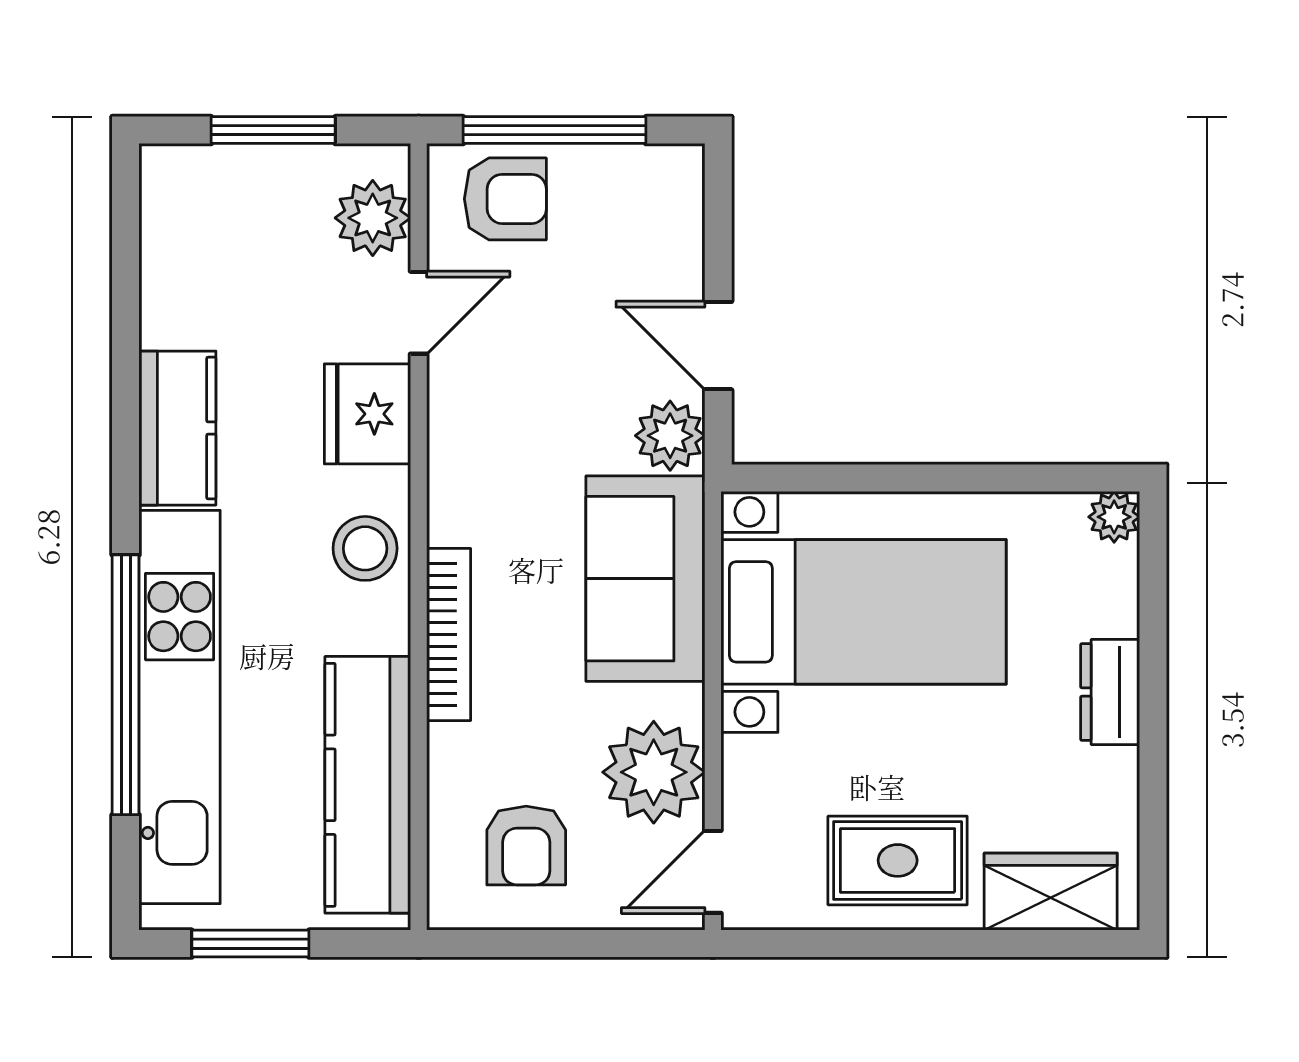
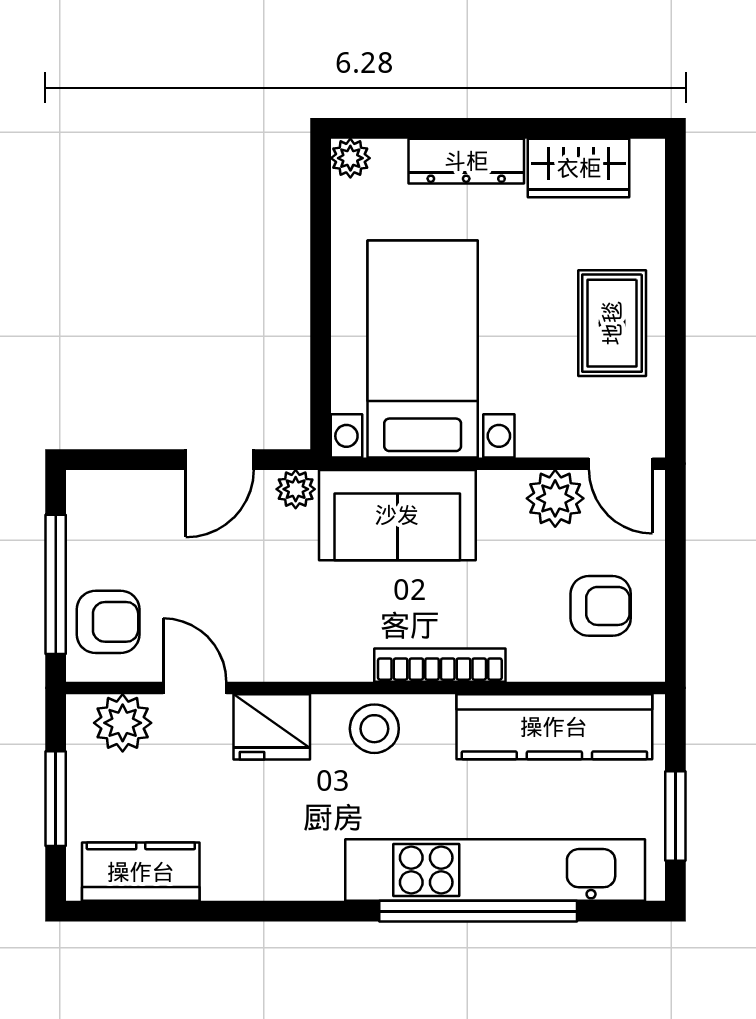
armchair: (505, 199) -> (108, 622), turned 90
kitchen counter: (177, 428) -> (141, 872), moved
plant: (670, 436) -> (296, 489), width x0.73, depth x0.73
dresser: (1110, 692) -> (466, 161), width x1.44
plant: (654, 772) -> (555, 498), width x0.73, depth x0.73
wardrobe: (1051, 892) -> (579, 168), moved, turned -90

